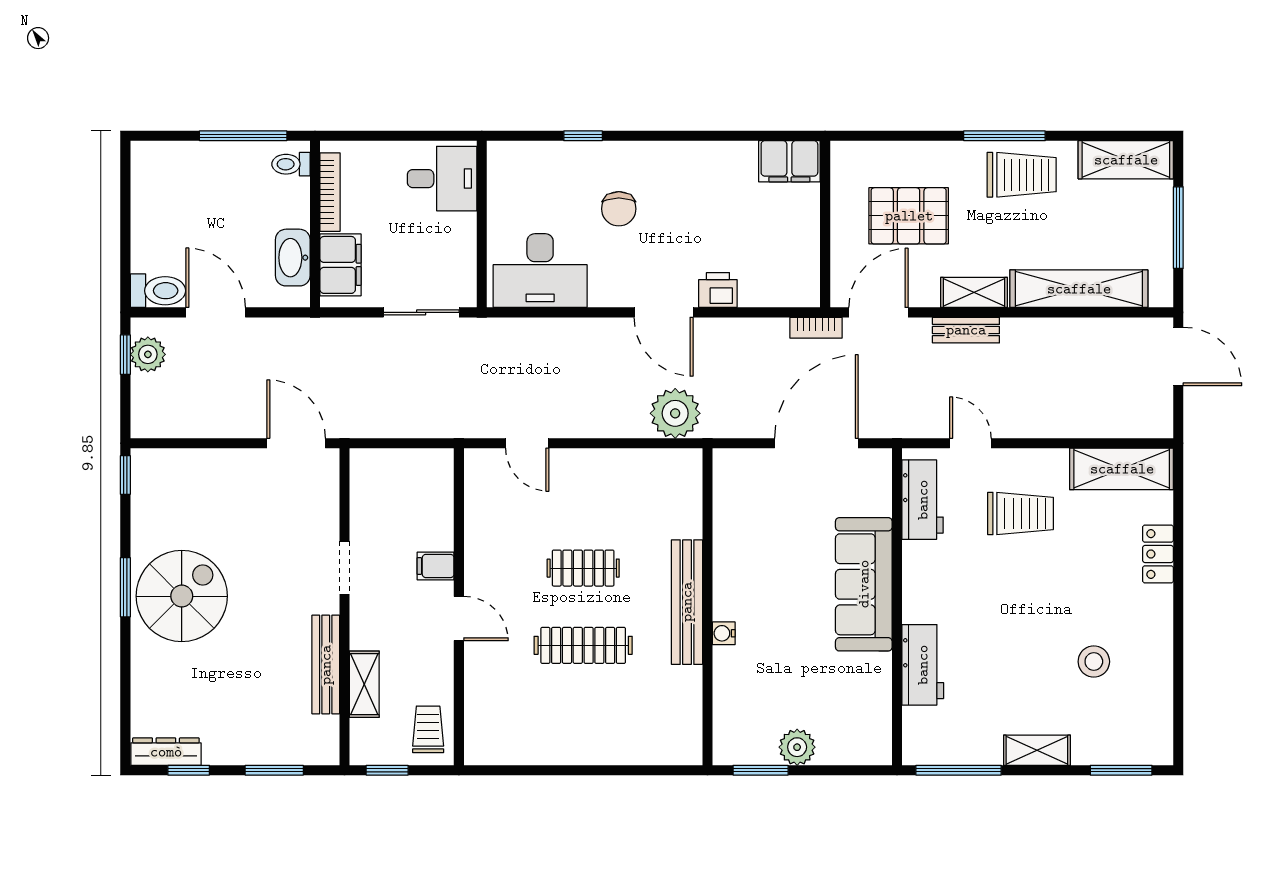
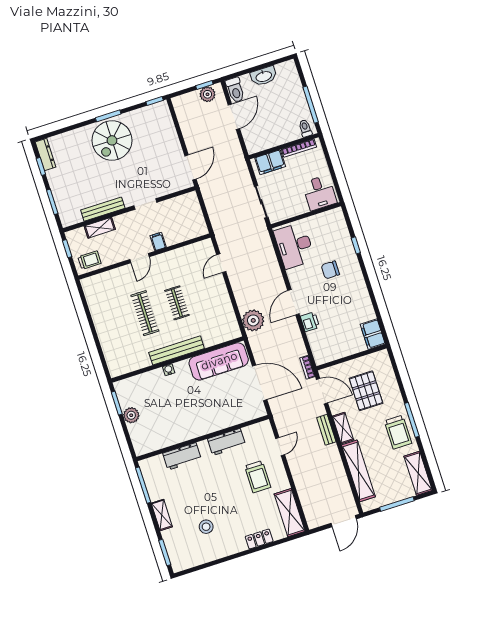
washbasin: (293, 258) -> (264, 76), moved, turned 180
workbench: (923, 500) -> (227, 442), moved
sofa: (864, 584) -> (219, 361), moved, turned 180
spiral stairs: (182, 596) -> (112, 140), turned 90

